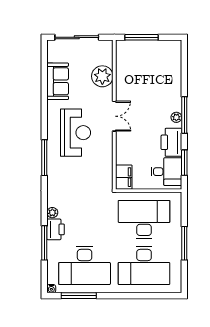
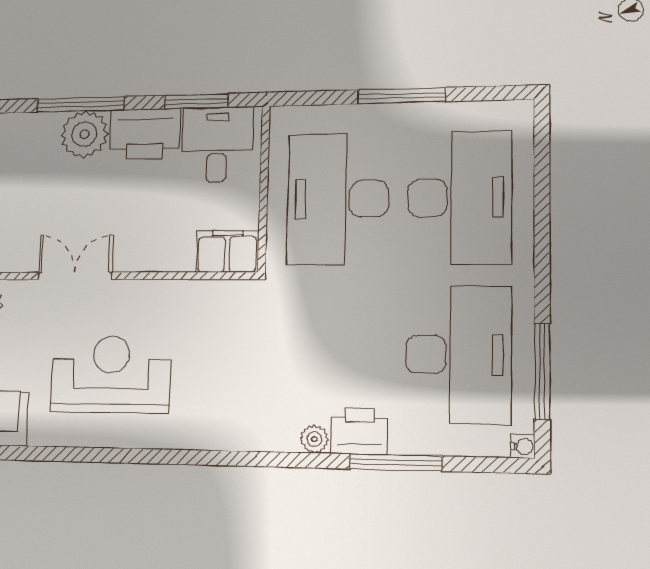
plant: (176, 117) -> (84, 134), width x1.88, depth x1.88
window: (44, 158) -> (170, 457), removed

